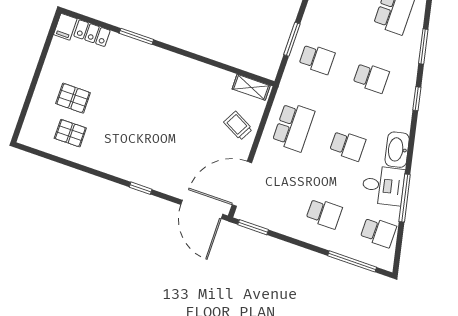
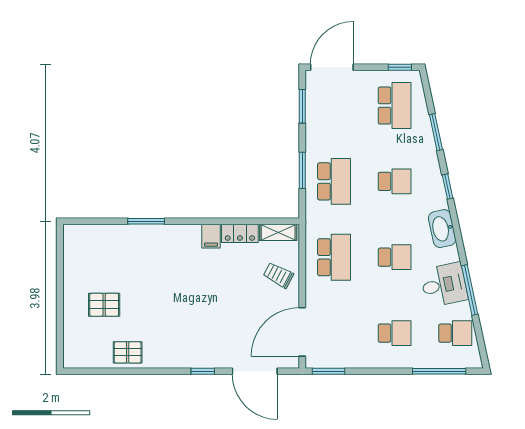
filing cabinet: (65, 27) -> (211, 236), moved
locker: (92, 33) -> (240, 233), moved
school desk: (317, 59) -> (334, 181), width x1.85
pallet: (70, 133) -> (128, 352), moved
washbasin: (397, 150) -> (442, 229), moved
door: (202, 209) -> (255, 371), moved

